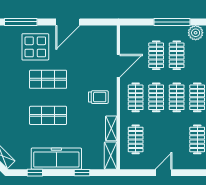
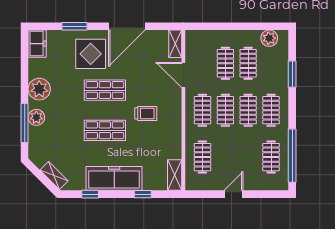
window: (21, 22) -> (75, 26), width x0.69
door: (68, 22) -> (127, 26), width x1.36
window: (172, 22) -> (243, 26), removed
door: (118, 66) -> (183, 75), swing flipped
trolley: (98, 97) -> (146, 113), moved
shelving: (111, 128) -> (175, 44), moved

